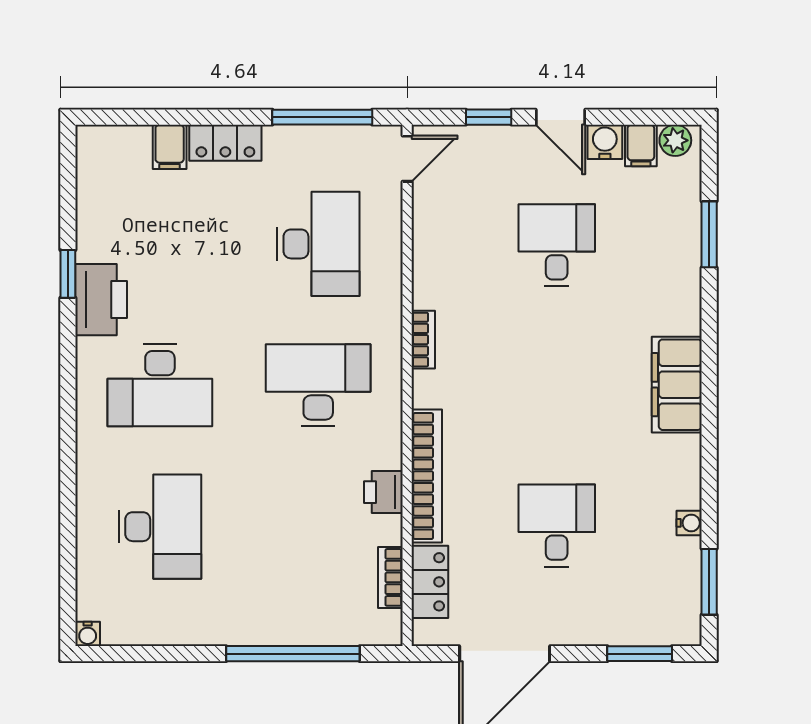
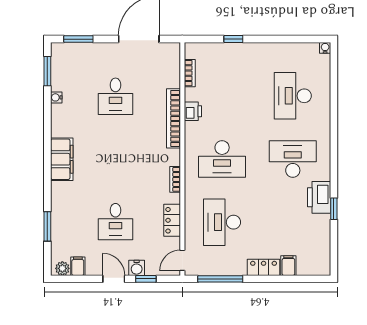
water cooler: (605, 142) -> (137, 268), moved
locker: (430, 582) -> (172, 220), moved
window: (293, 654) -> (233, 39), width x0.32

